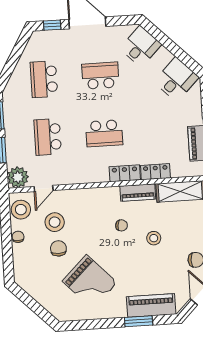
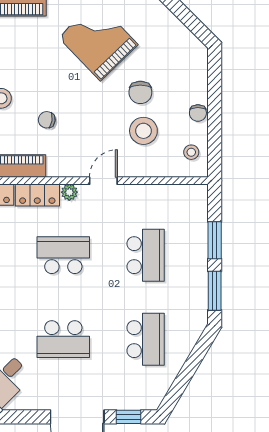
plant: (18, 177) -> (69, 192), moved, width x0.53, depth x0.53
door: (44, 188) -> (103, 181), moved
stool: (21, 210) -> (191, 152), width x0.53, depth x0.53

